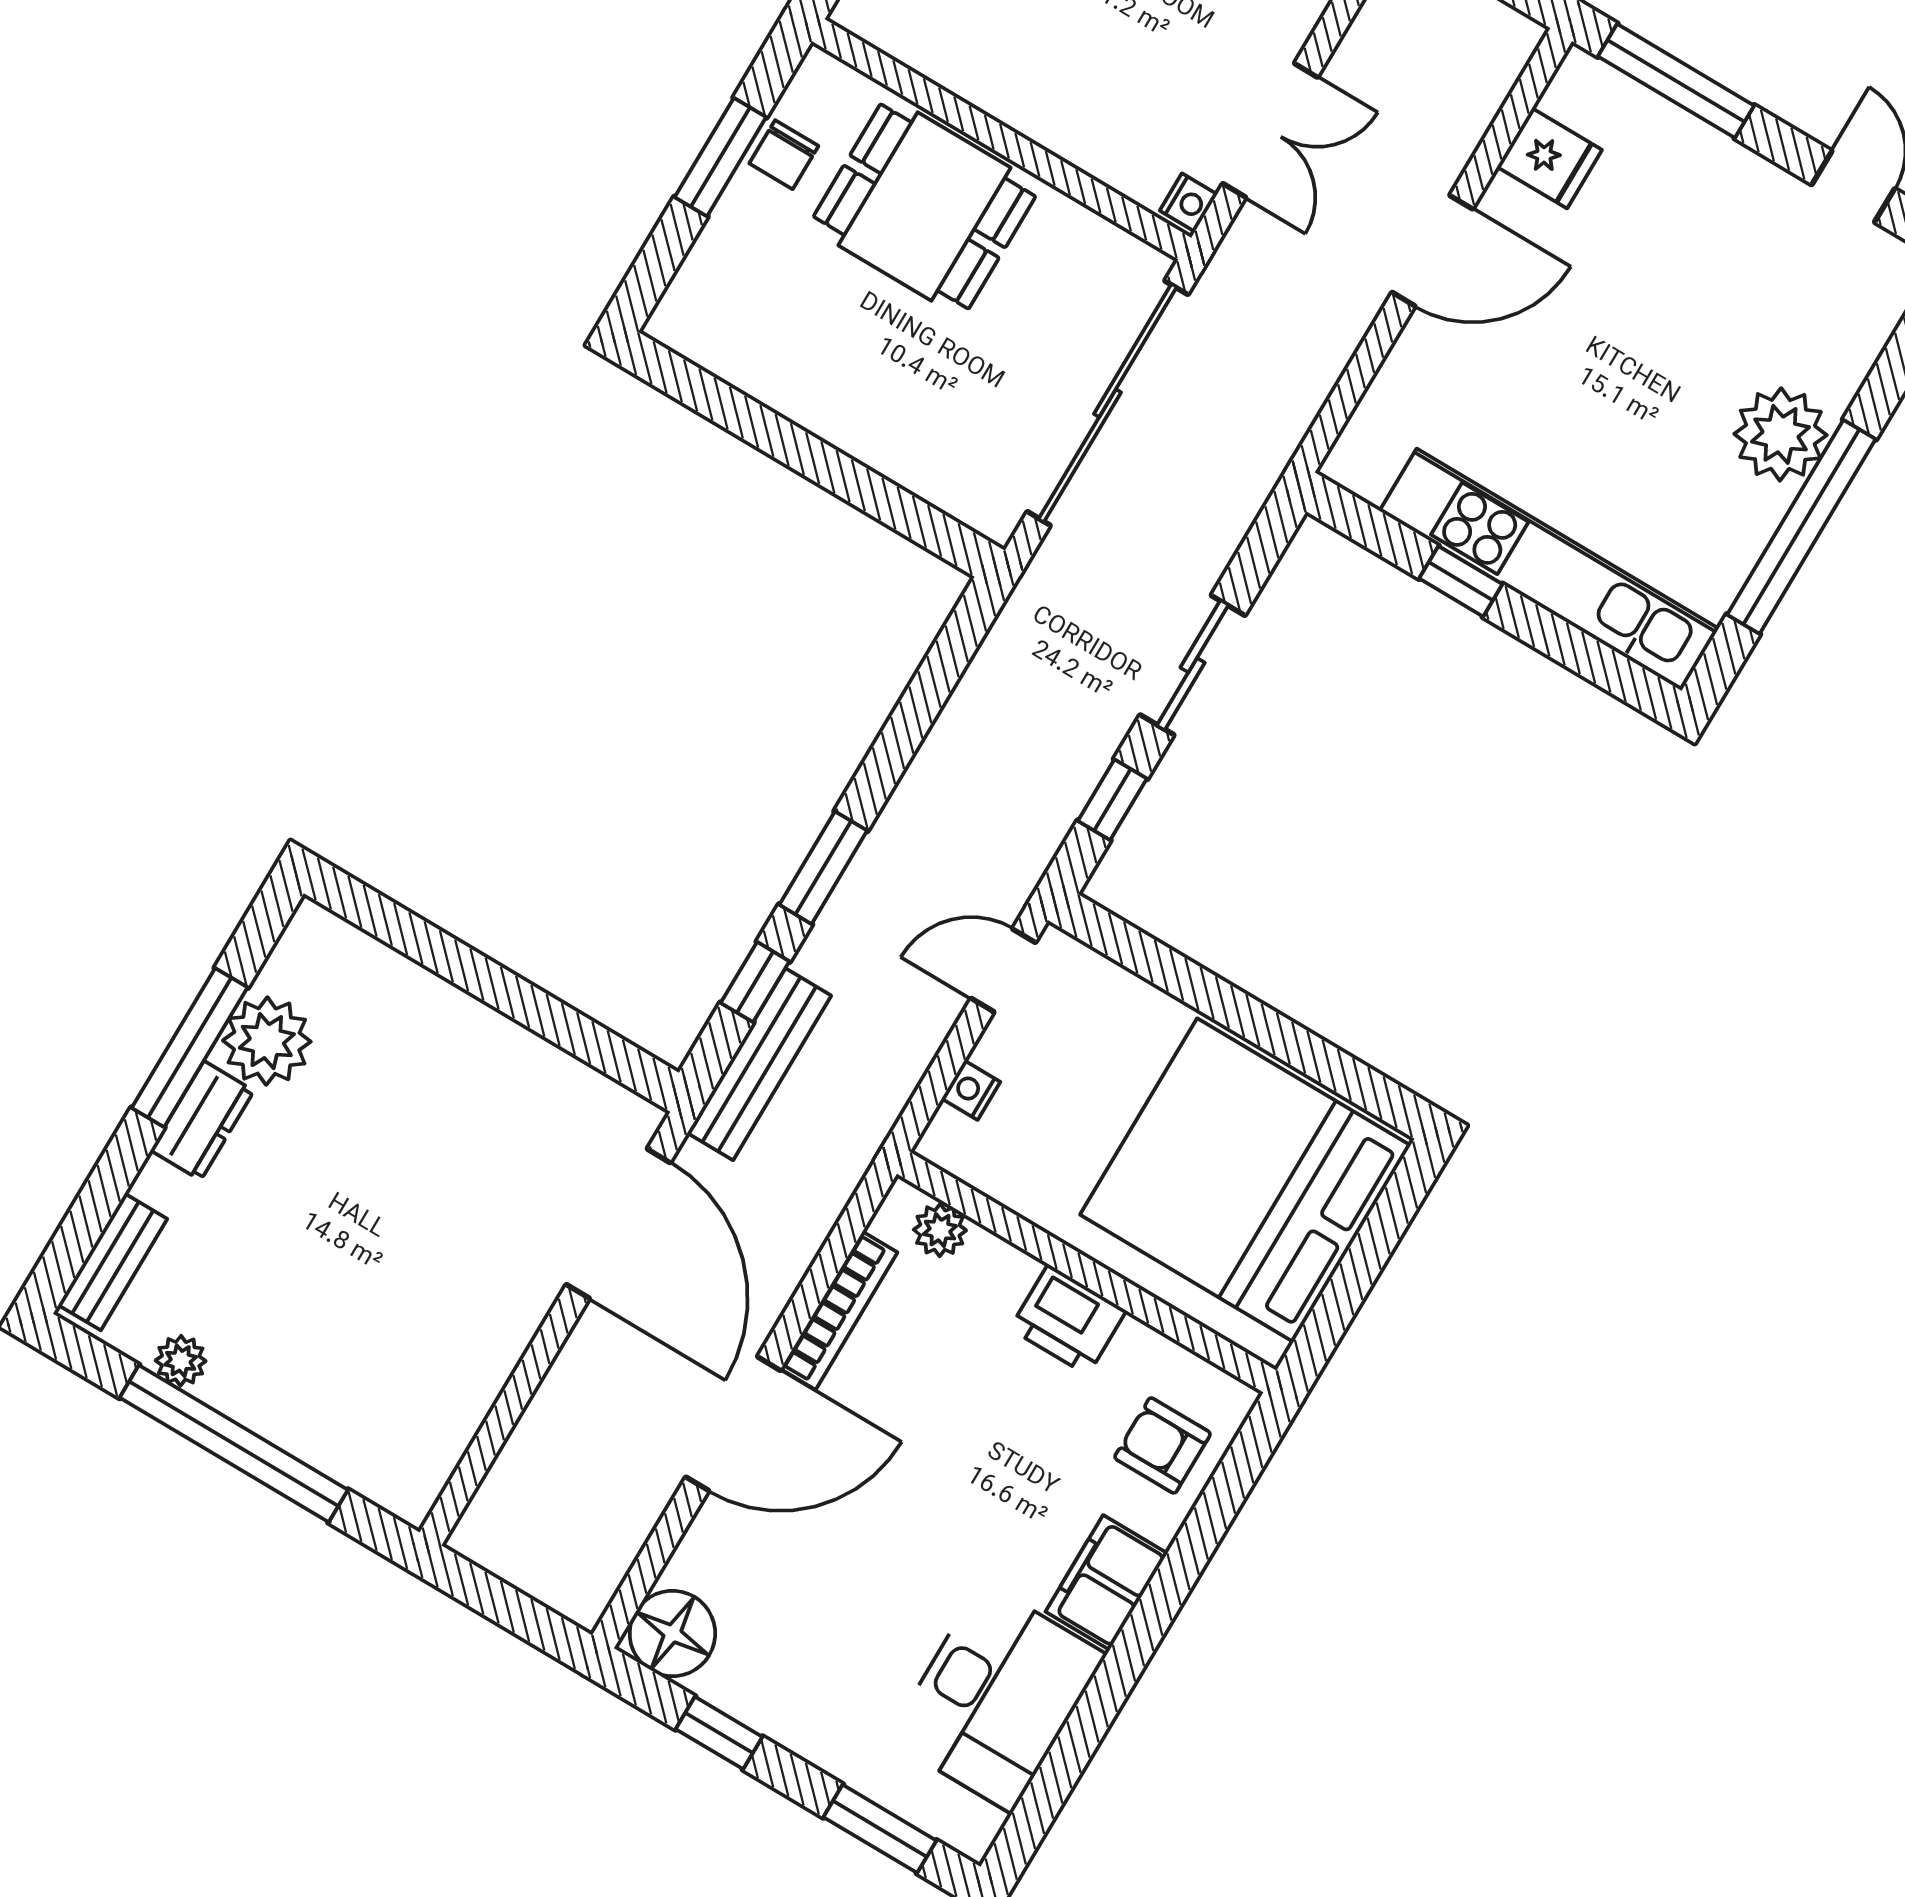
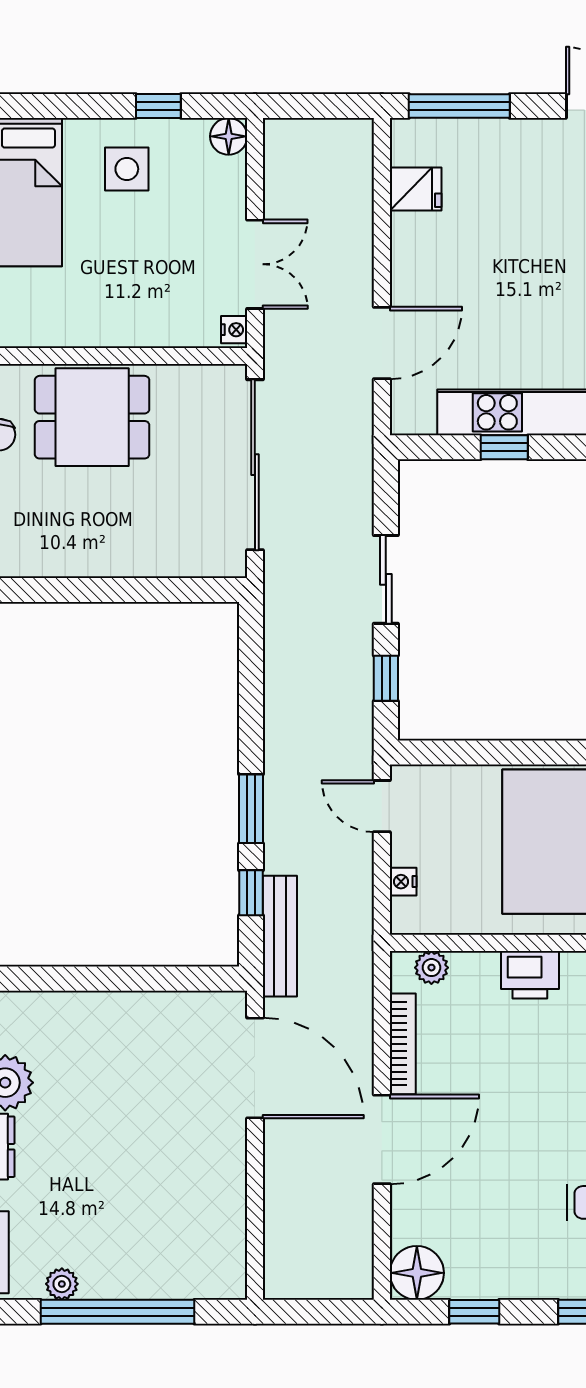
door: (1432, 251) -> (382, 343), moved
door: (1003, 970) -> (382, 806), hinge flipped

